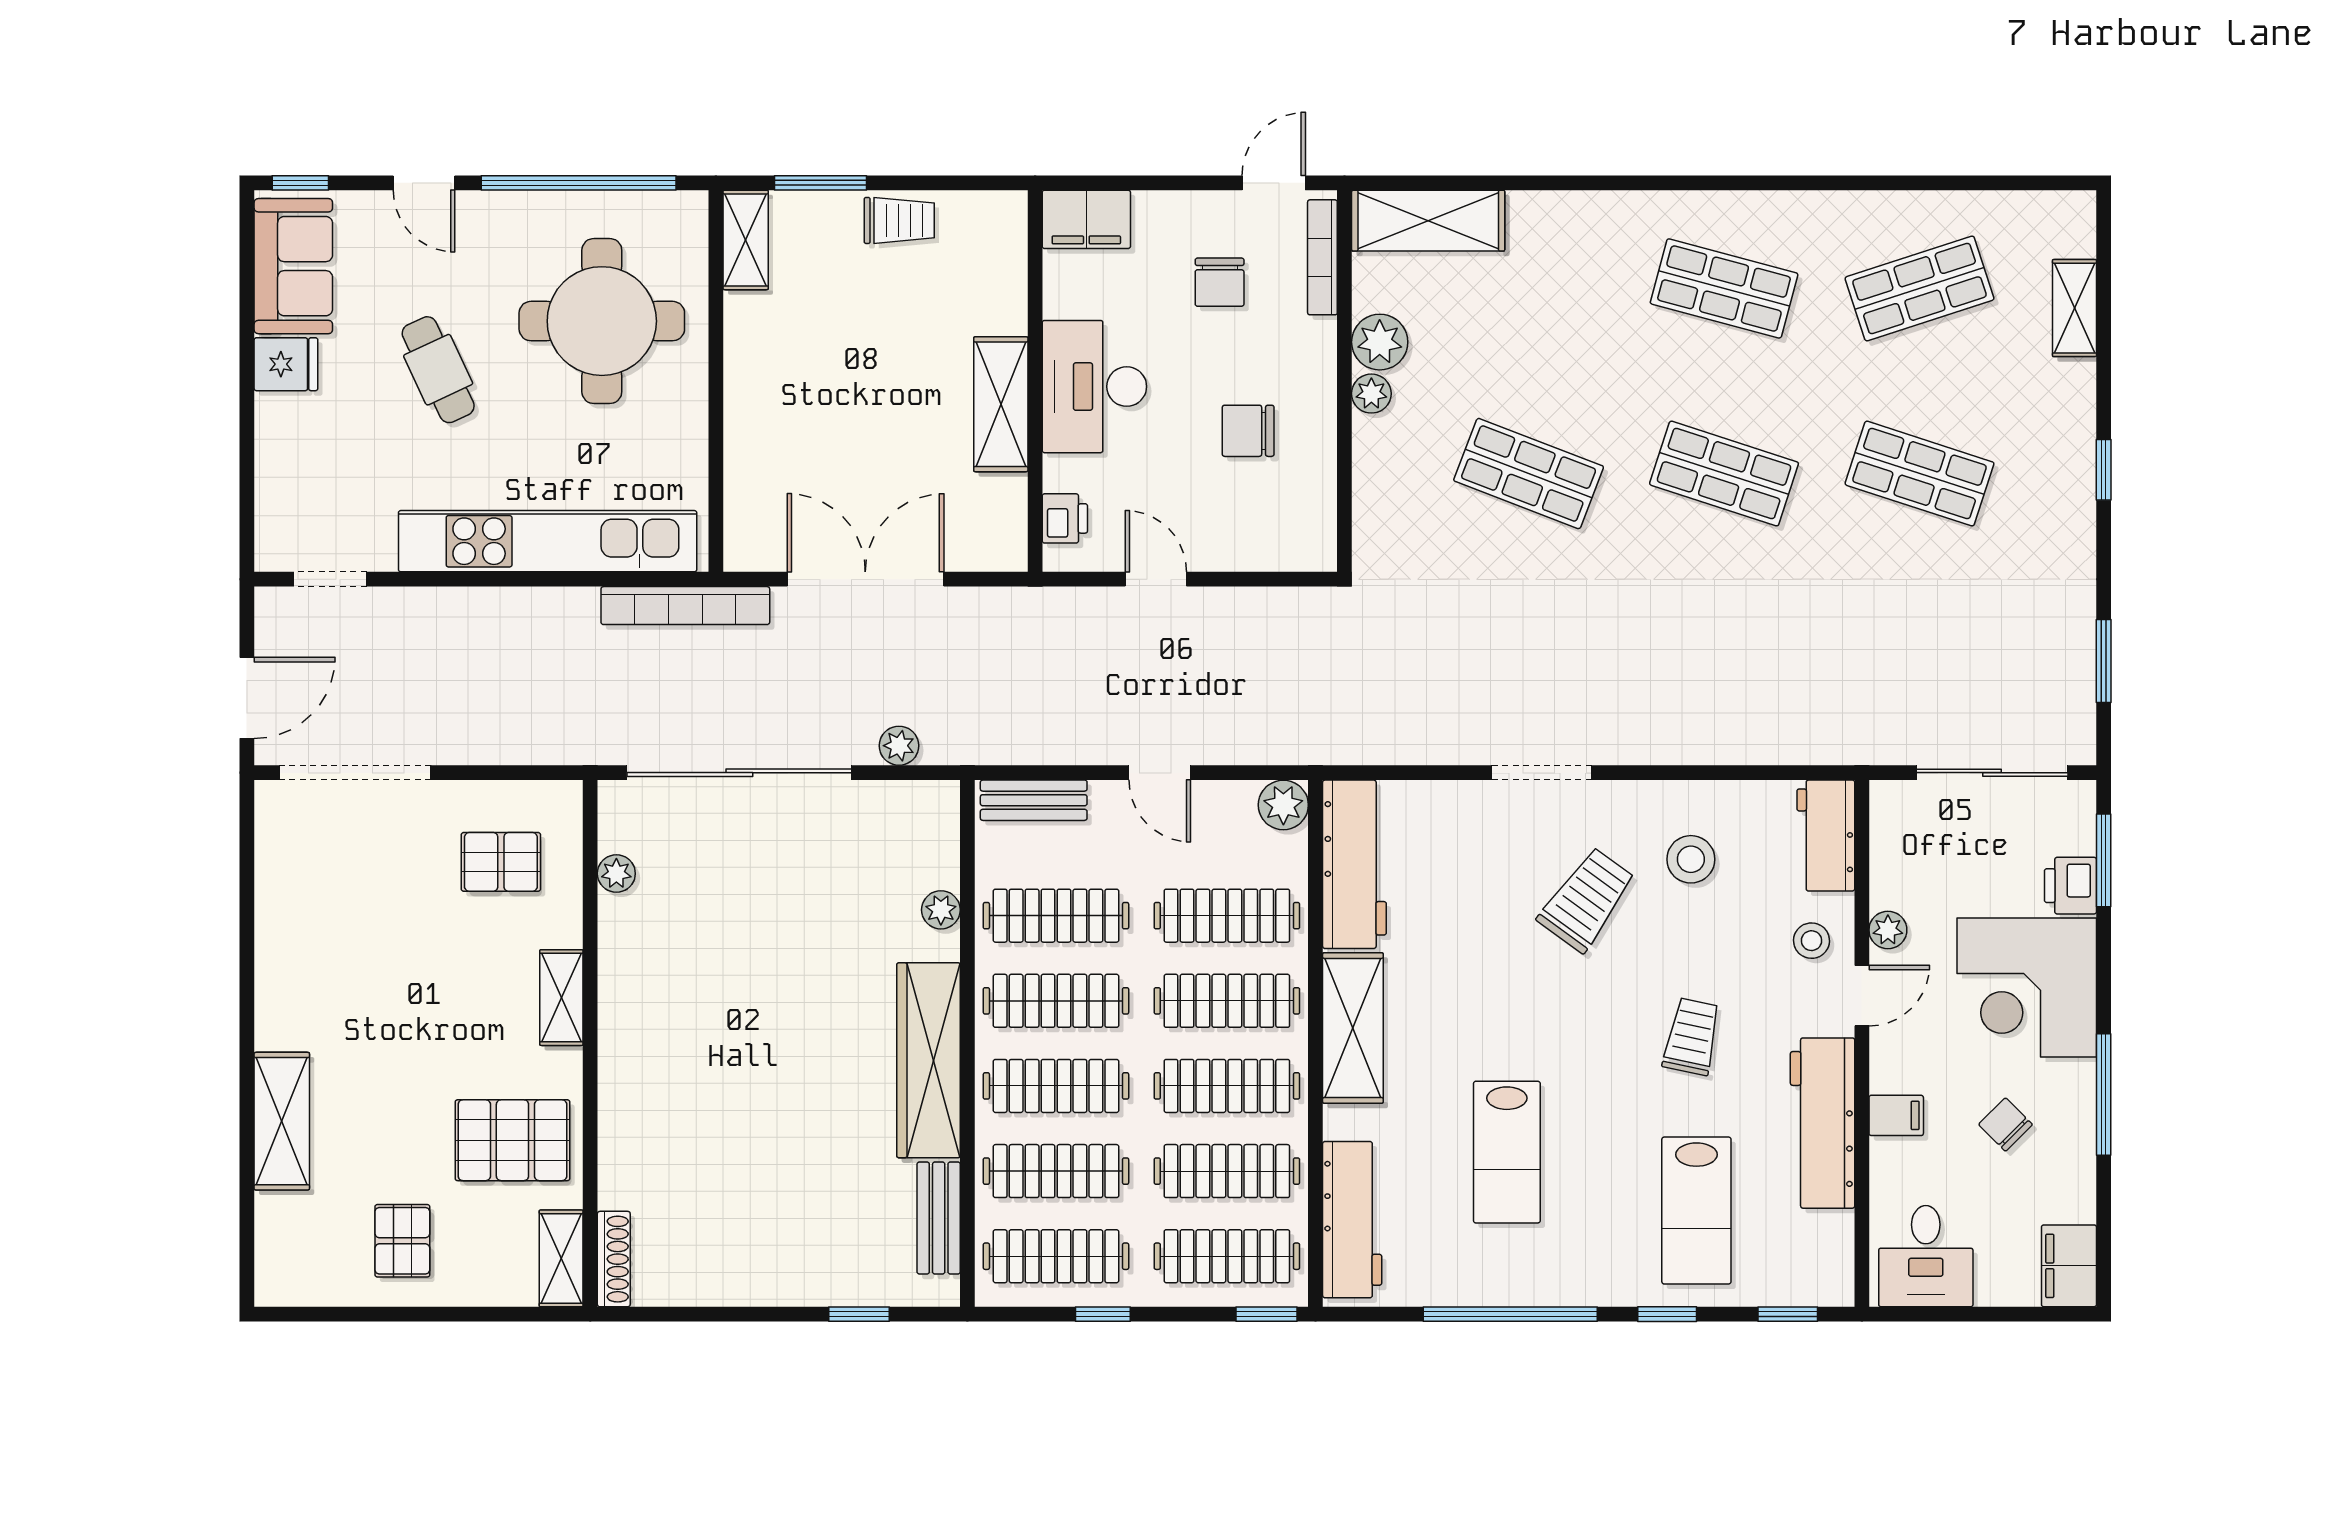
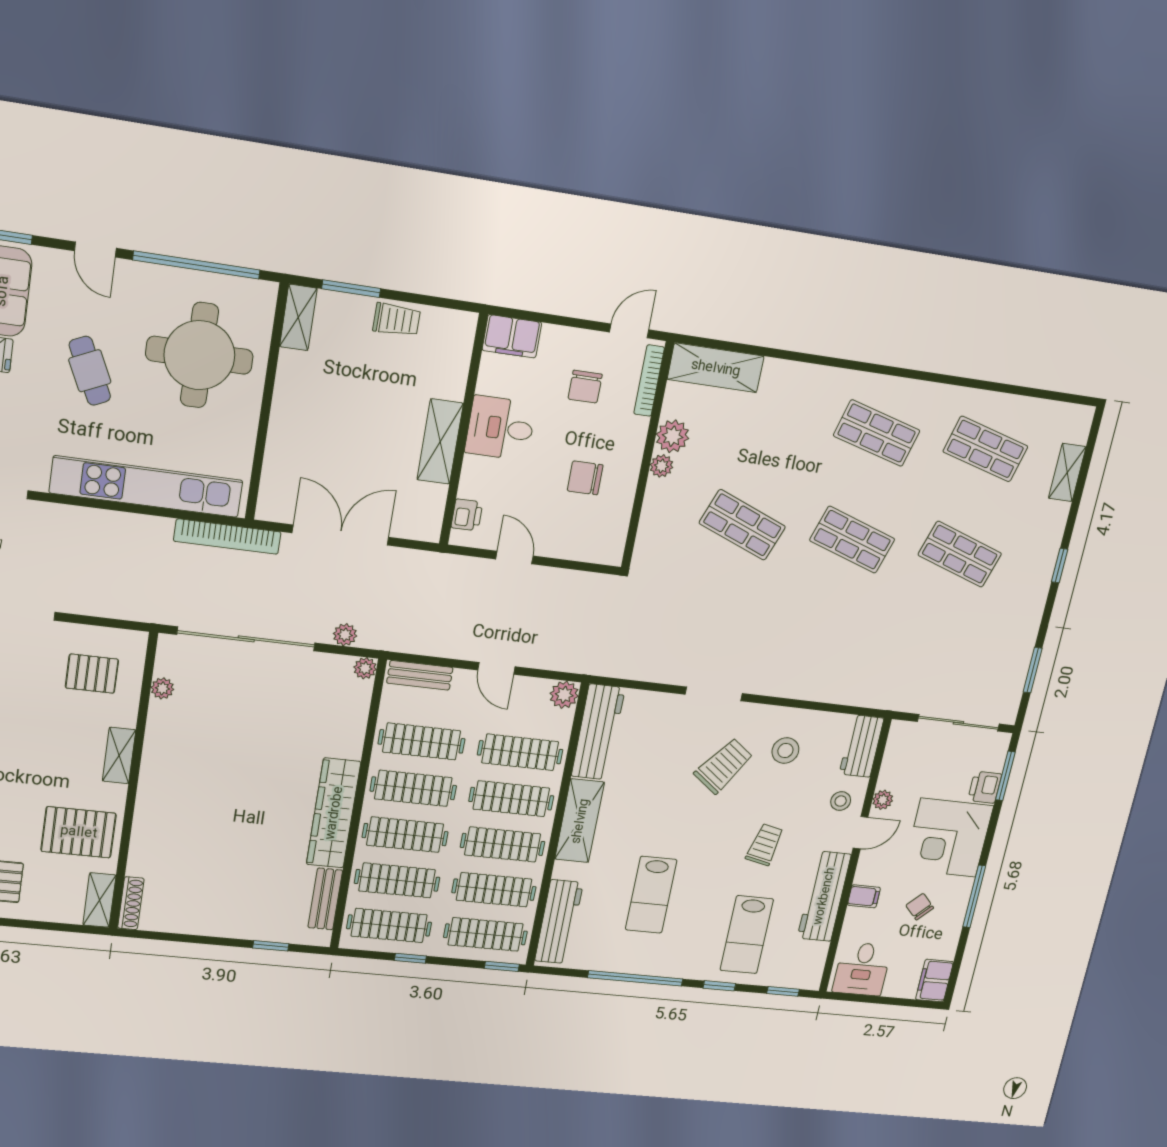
shop shelf: (1919, 288) -> (985, 449), turned 33
desk: (1094, 387) -> (500, 428), width x0.73
plant: (941, 910) -> (365, 668), moved

